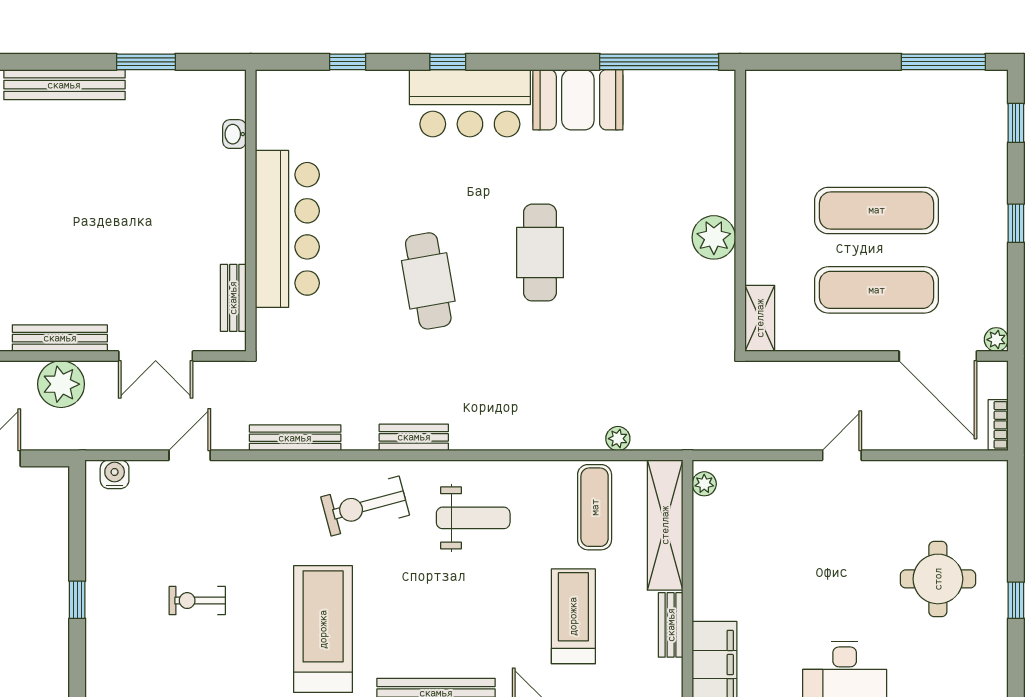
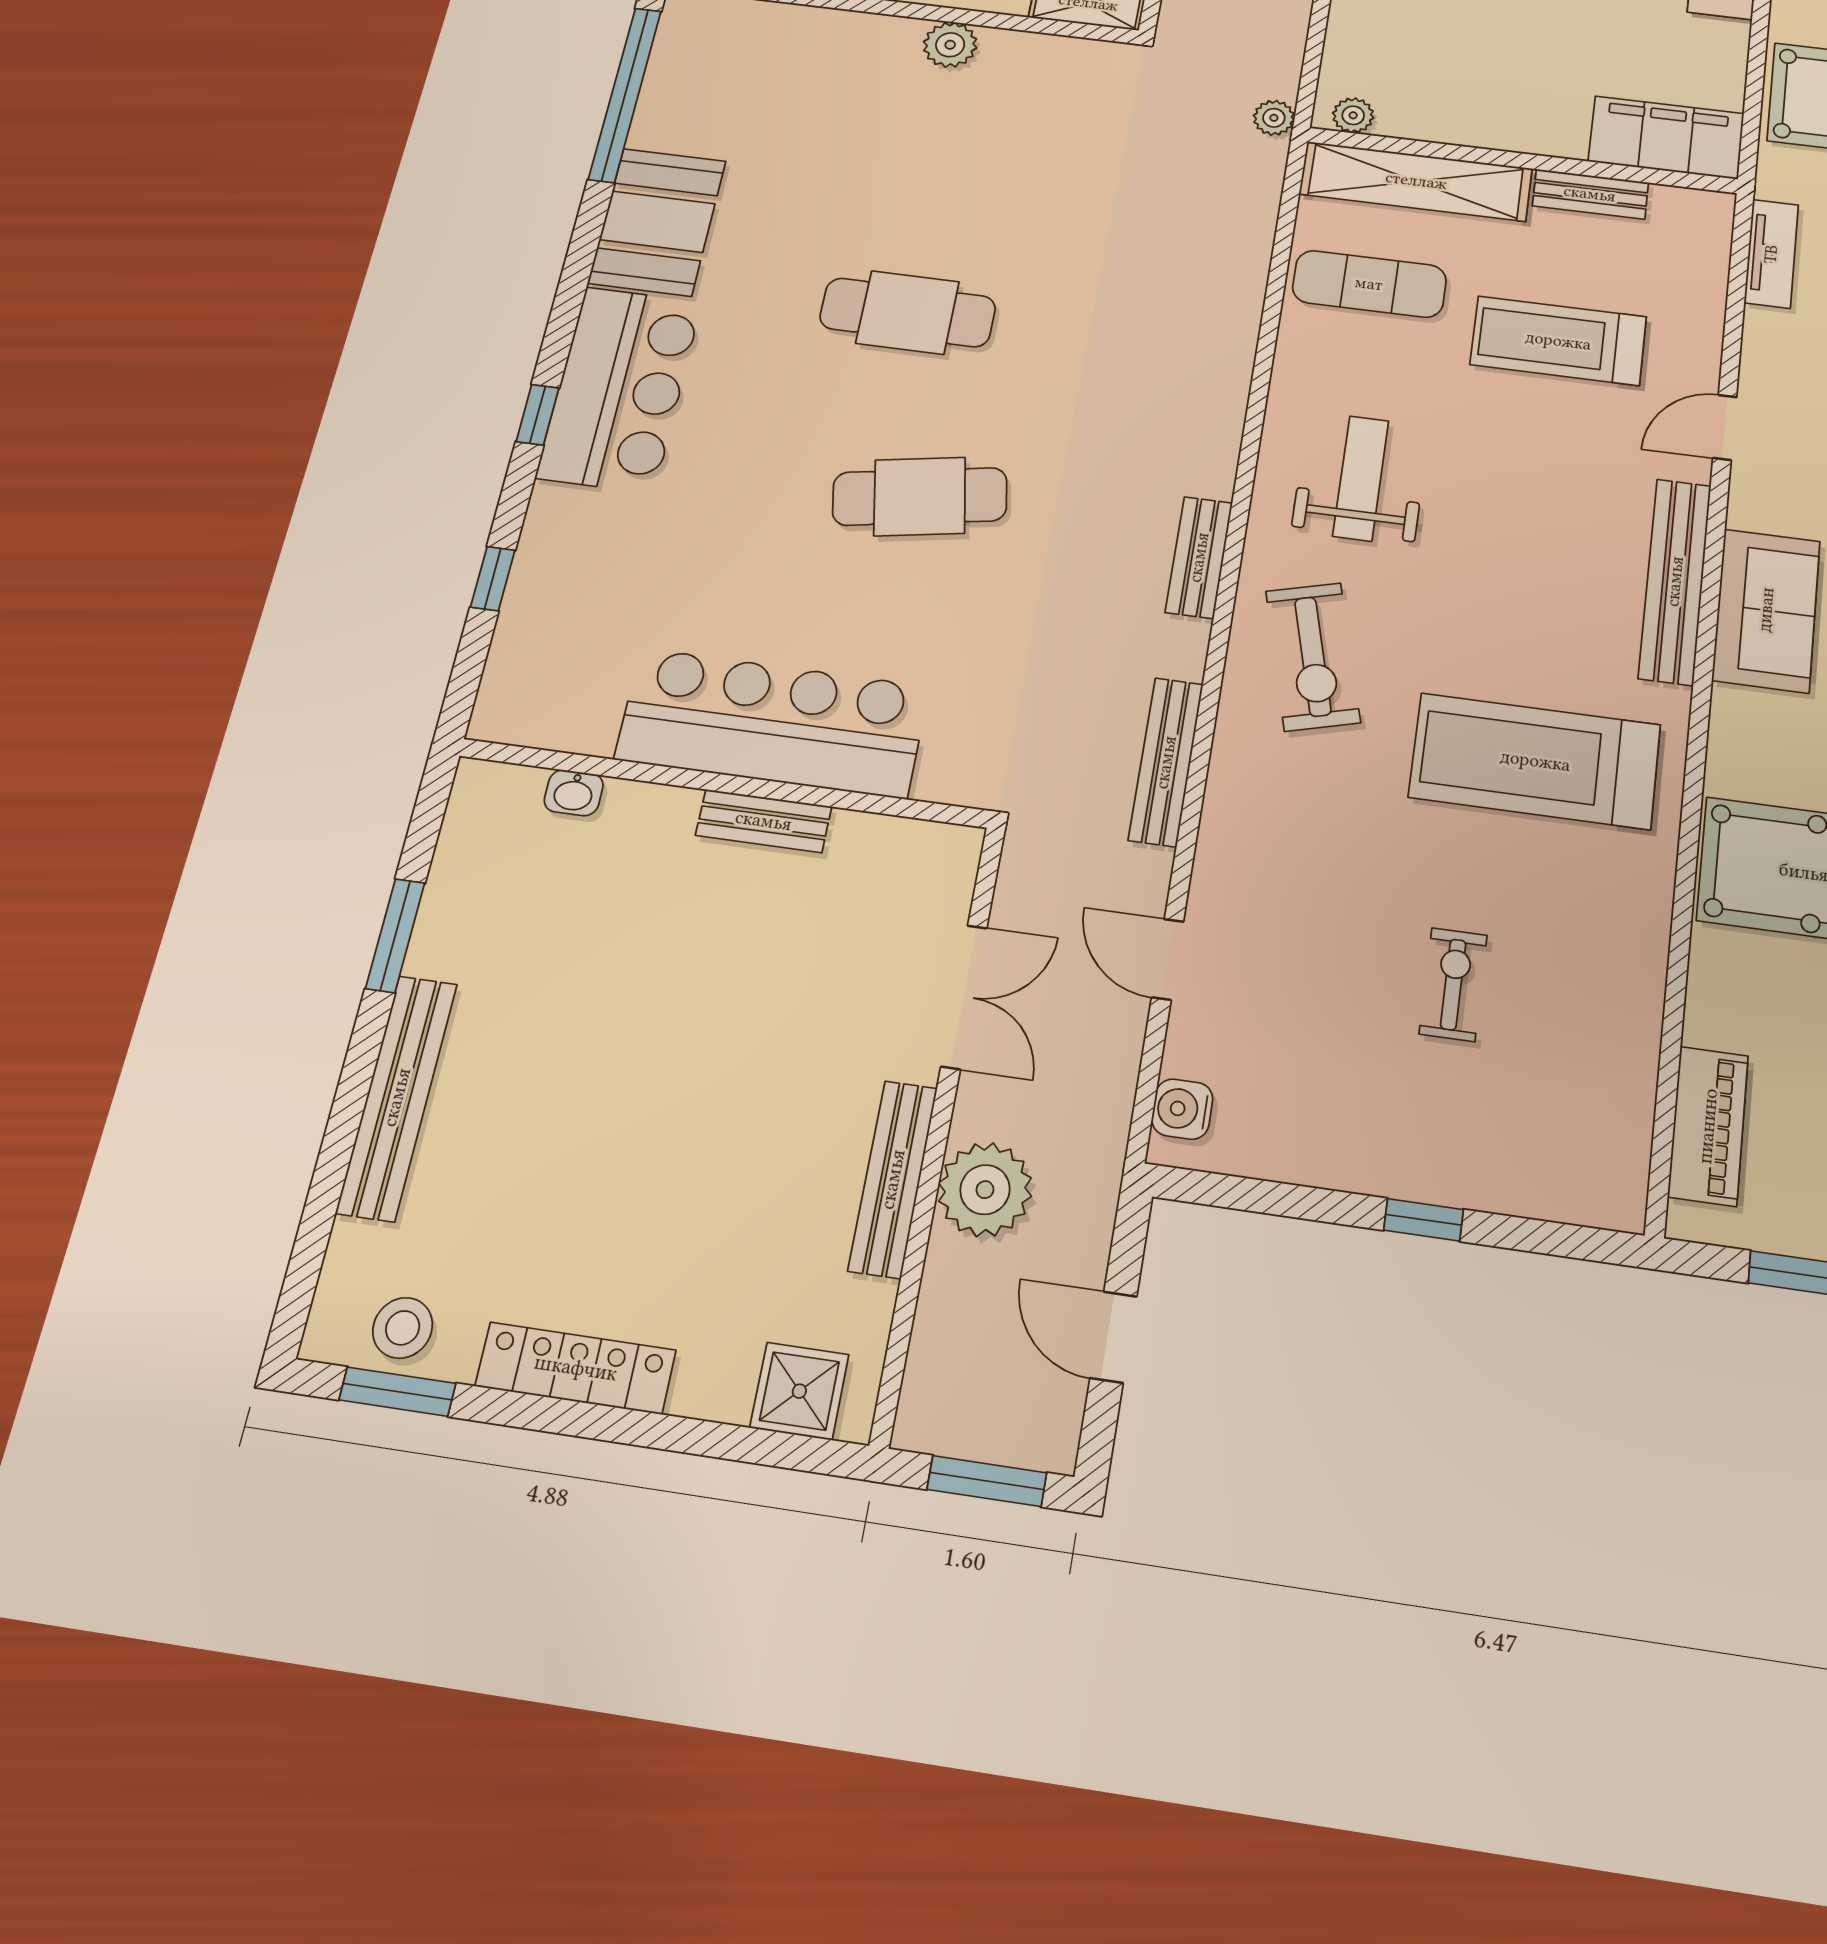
plant: (714, 237) -> (950, 45), width x0.73, depth x0.73
bench: (233, 298) -> (764, 821), moved
plant: (618, 439) -> (1274, 118), moved
exercise bike: (197, 601) -> (1453, 984), turned 180

